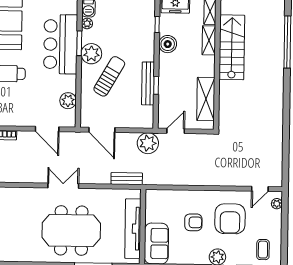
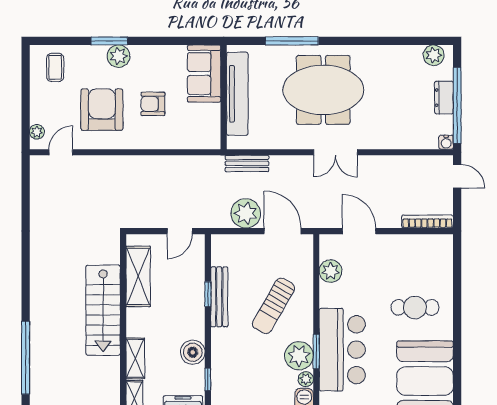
stairs: (232, 47) -> (103, 310), moved
plant: (91, 54) -> (299, 356), moved
plant: (148, 143) -> (246, 213), moved

